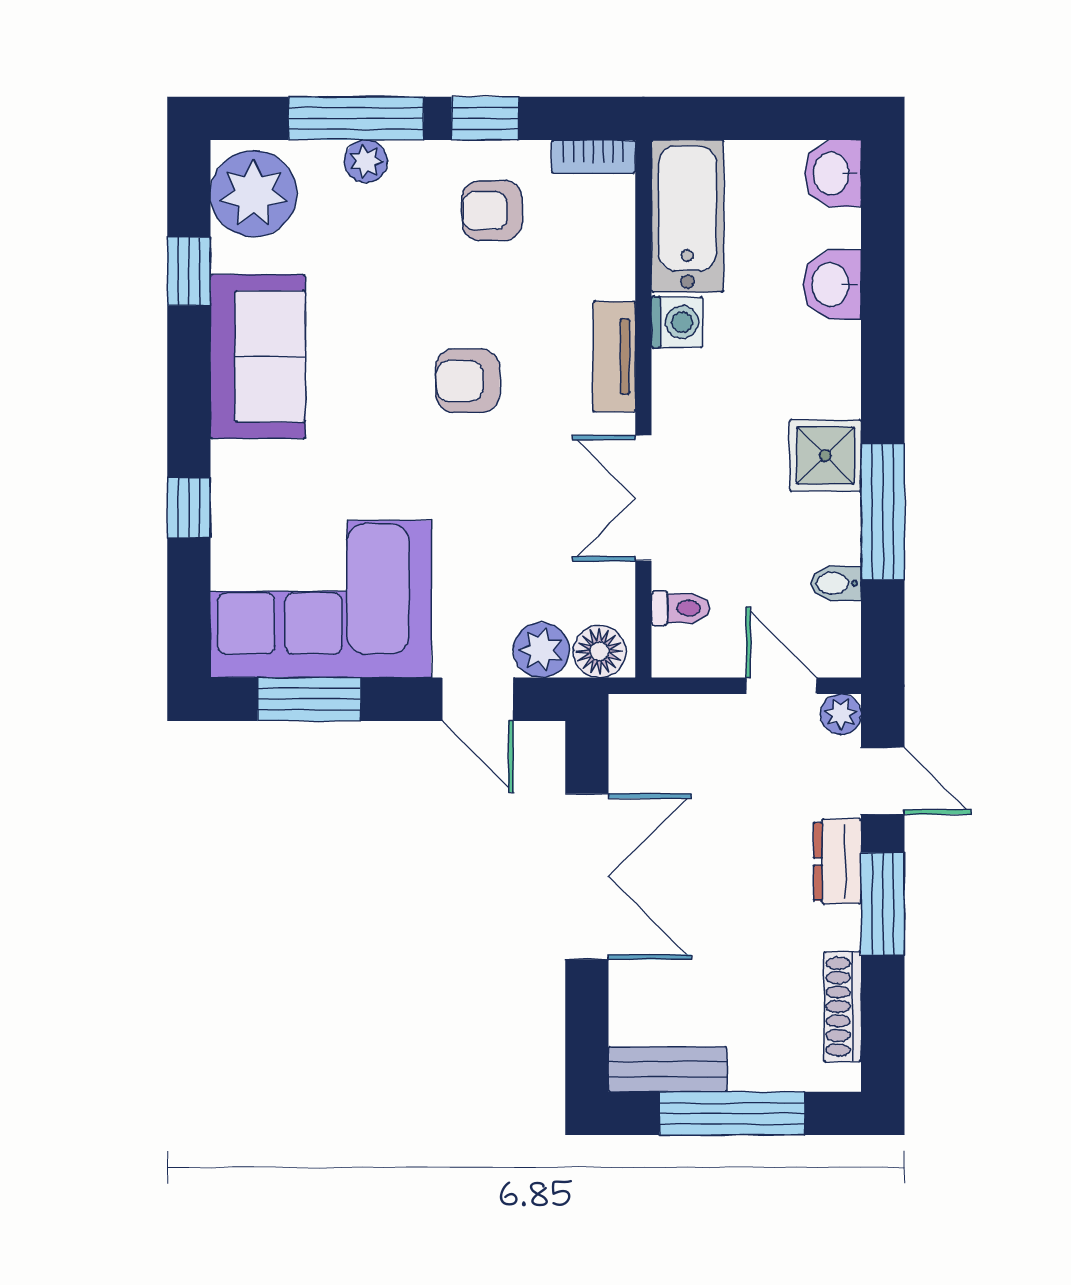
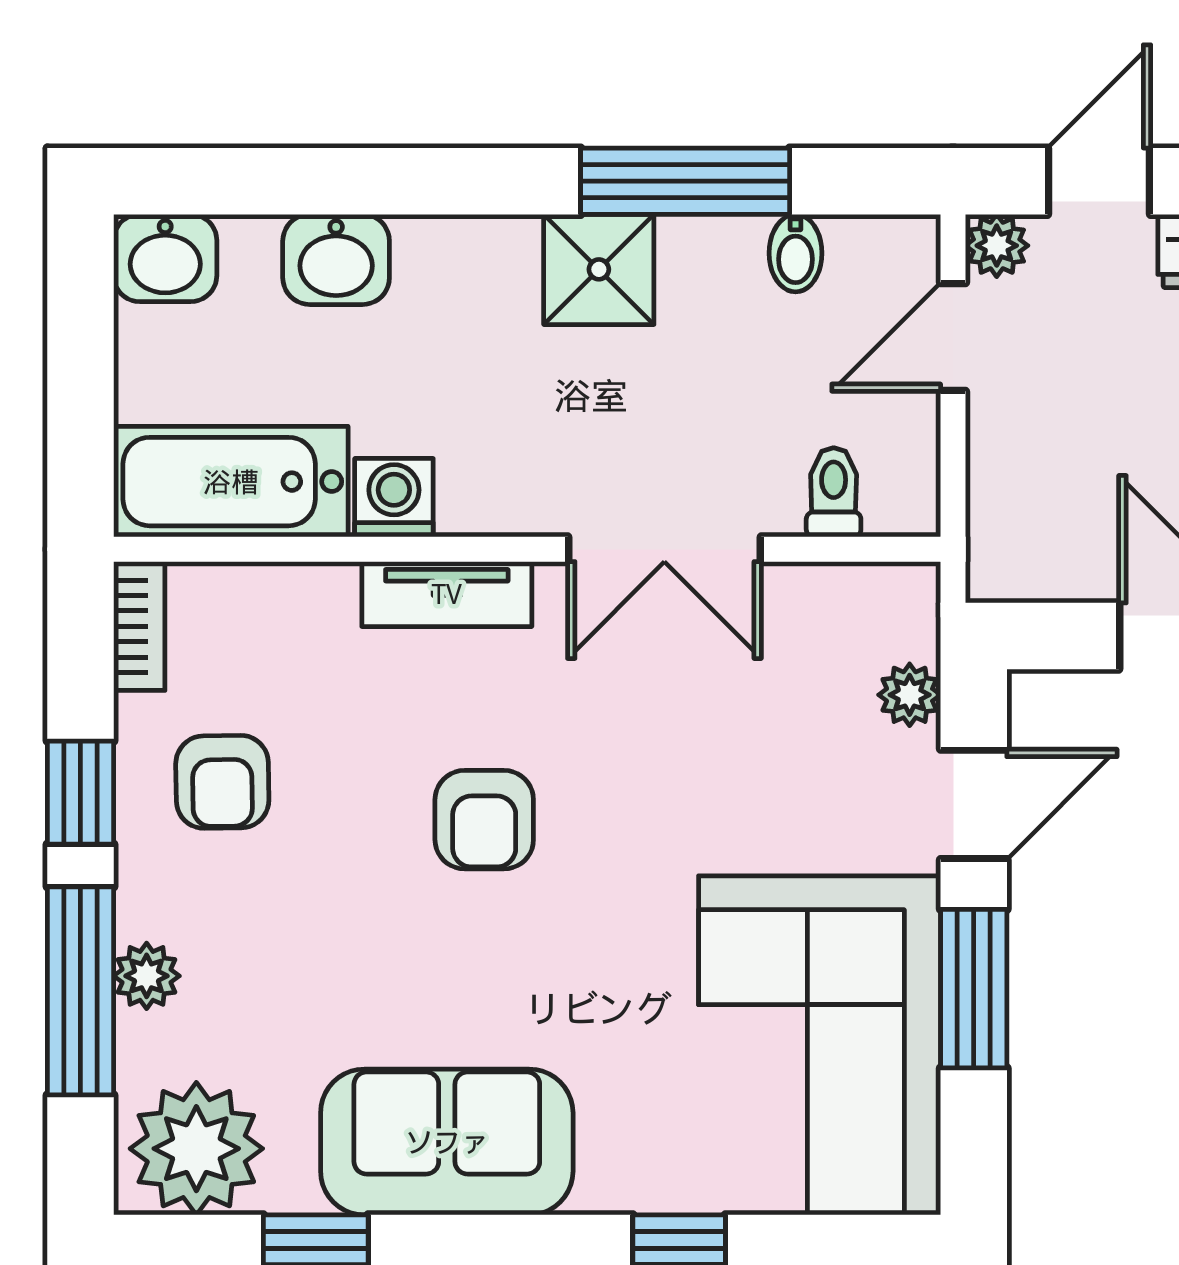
plant: (541, 650) -> (910, 695), width x0.73, depth x0.73
floor lamp: (599, 651) -> (900, 617), removed
window: (309, 699) -> (974, 989), moved

